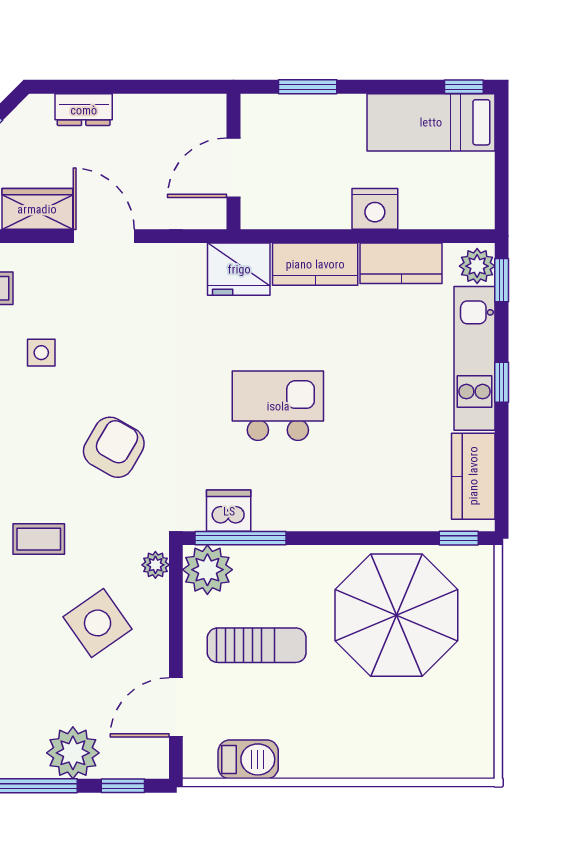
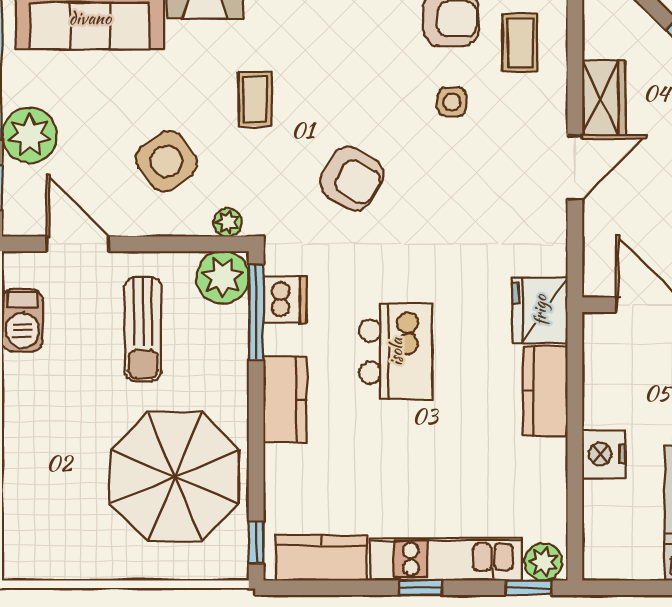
kitchen counter: (401, 263) -> (285, 400), moved, turned 180

